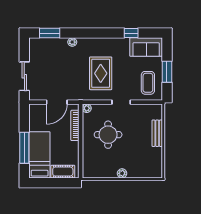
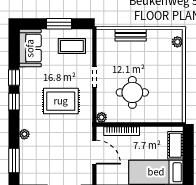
window: (100, 33) -> (14, 102), added
window: (131, 33) -> (14, 77), moved
plant: (122, 173) -> (177, 42), moved

